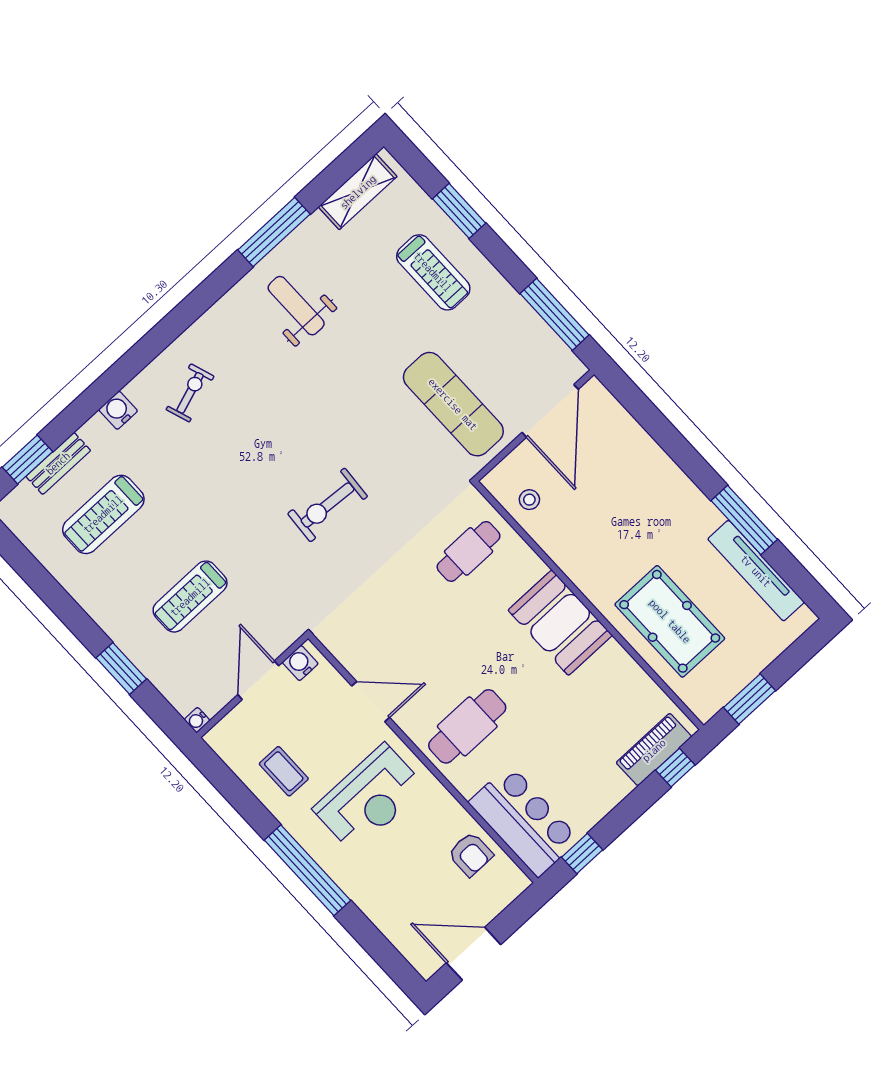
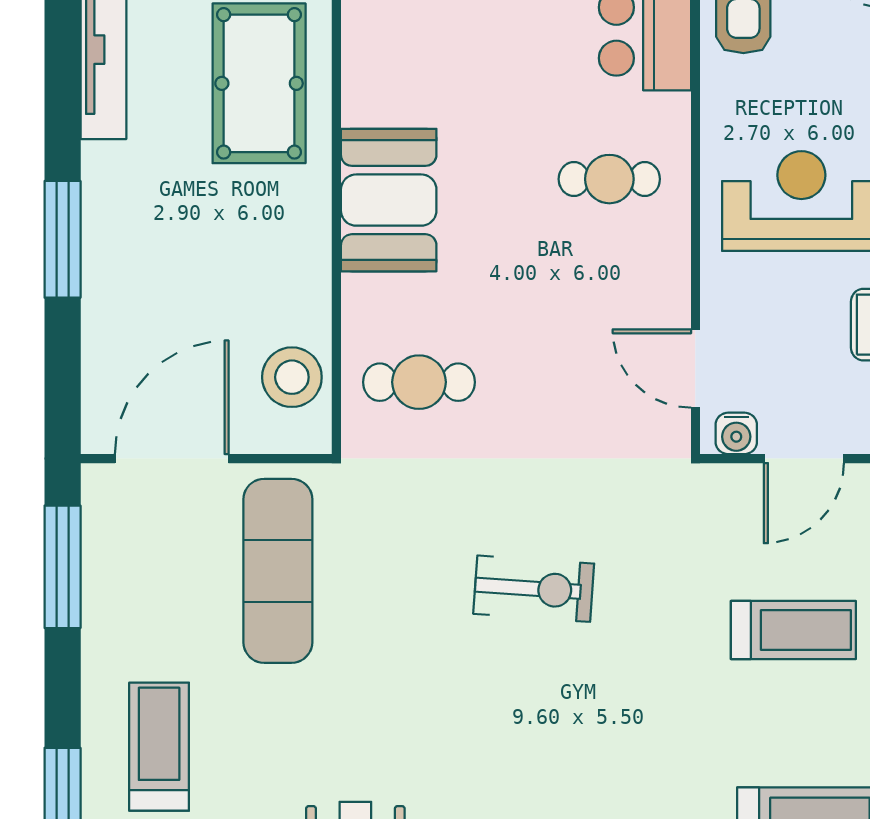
stool: (529, 500) -> (292, 377), width x1.89, depth x1.89
window: (744, 520) -> (63, 239), moved
door: (371, 702) -> (695, 368), moved
cafe table: (467, 726) -> (609, 179), width x0.73, depth x0.74

